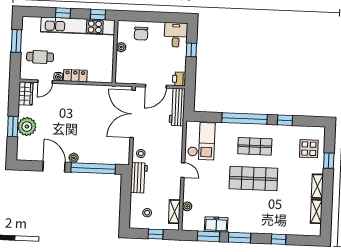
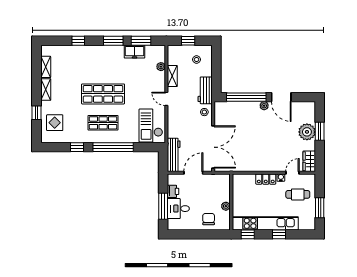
desk: (176, 35) -> (178, 209), moved, turned 90
window: (191, 50) -> (163, 206), width x2.17
printer: (179, 79) -> (173, 191), moved
shelving: (174, 212) -> (172, 76), moved

